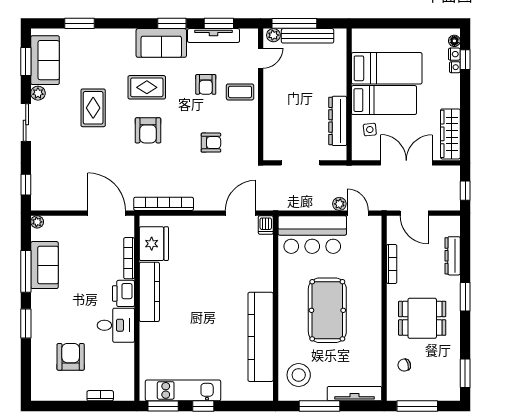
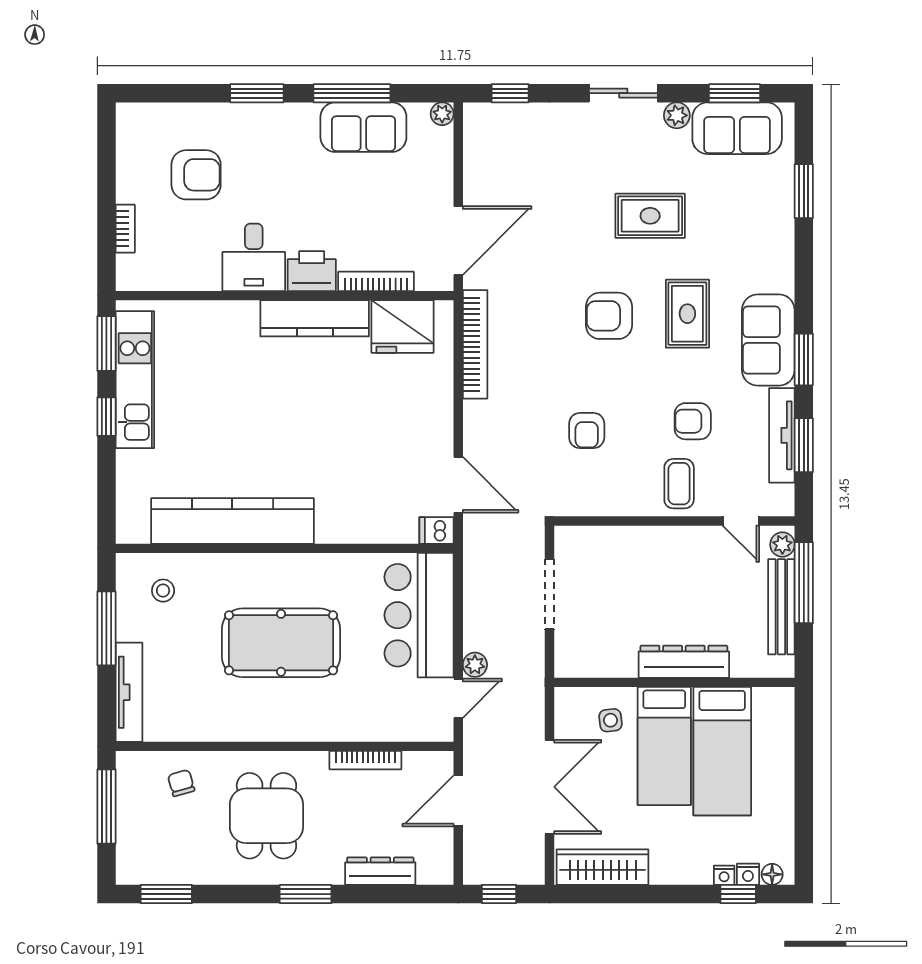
dresser: (338, 121) -> (684, 662), moved
stool: (299, 375) -> (163, 591), width x0.53, depth x0.53

